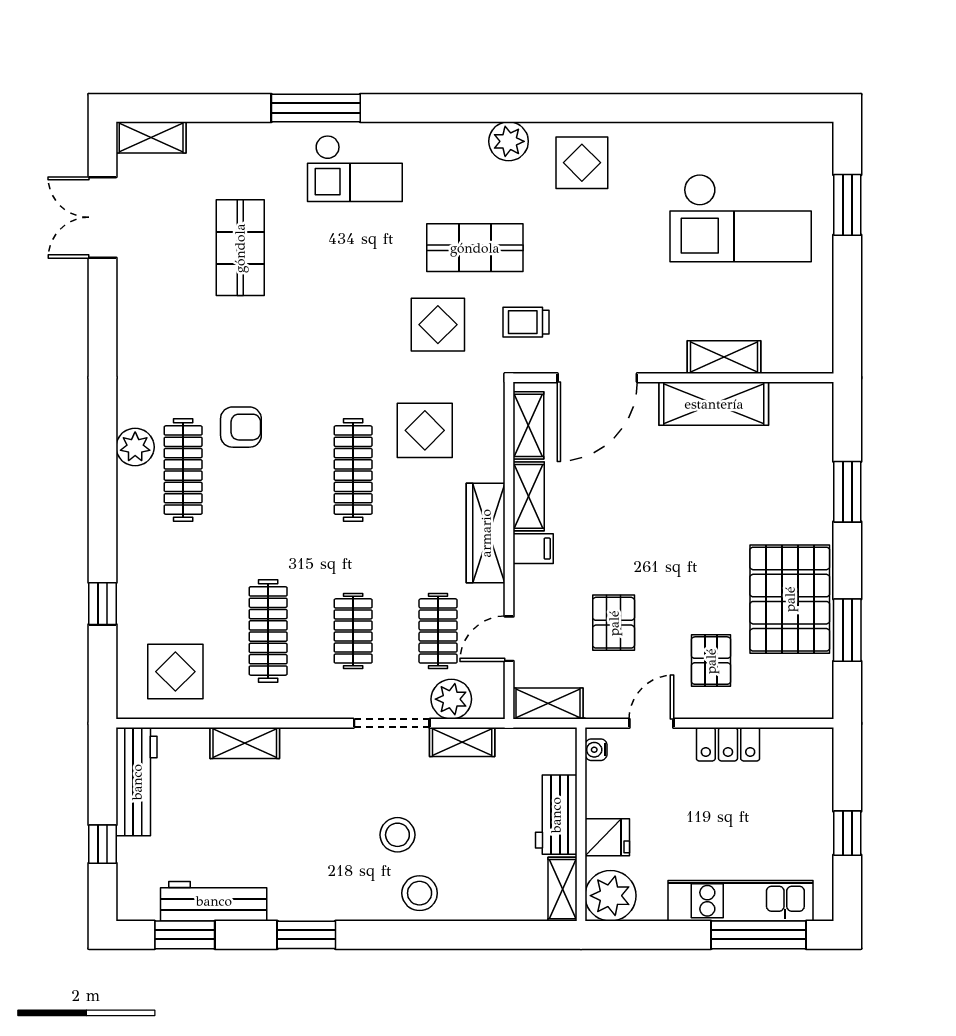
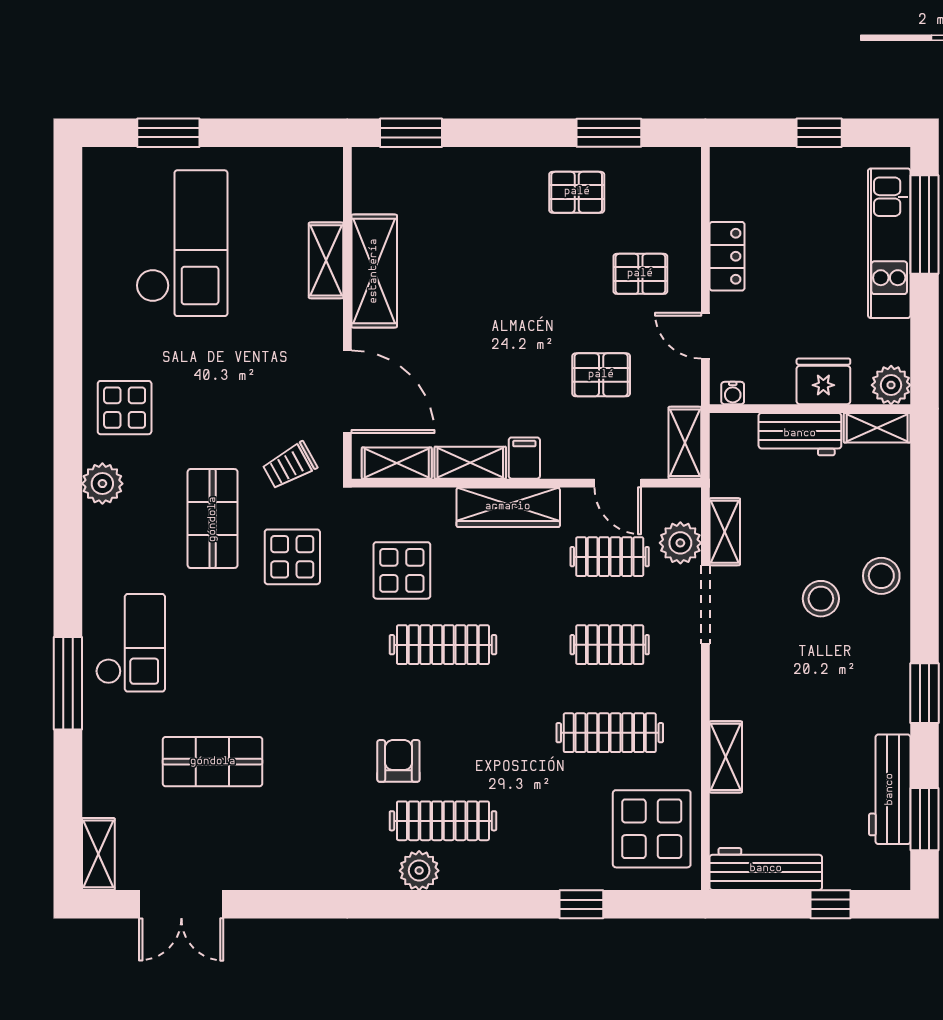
trolley: (526, 322) -> (290, 465), turned 61
window: (847, 492) -> (411, 133), moved
pallet: (790, 599) -> (577, 192), width x0.49, depth x0.50
display table: (175, 672) -> (652, 829), width x1.36, depth x1.36
fridge: (607, 837) -> (823, 381), width x1.38
plant: (610, 896) -> (891, 385), width x0.73, depth x0.73

